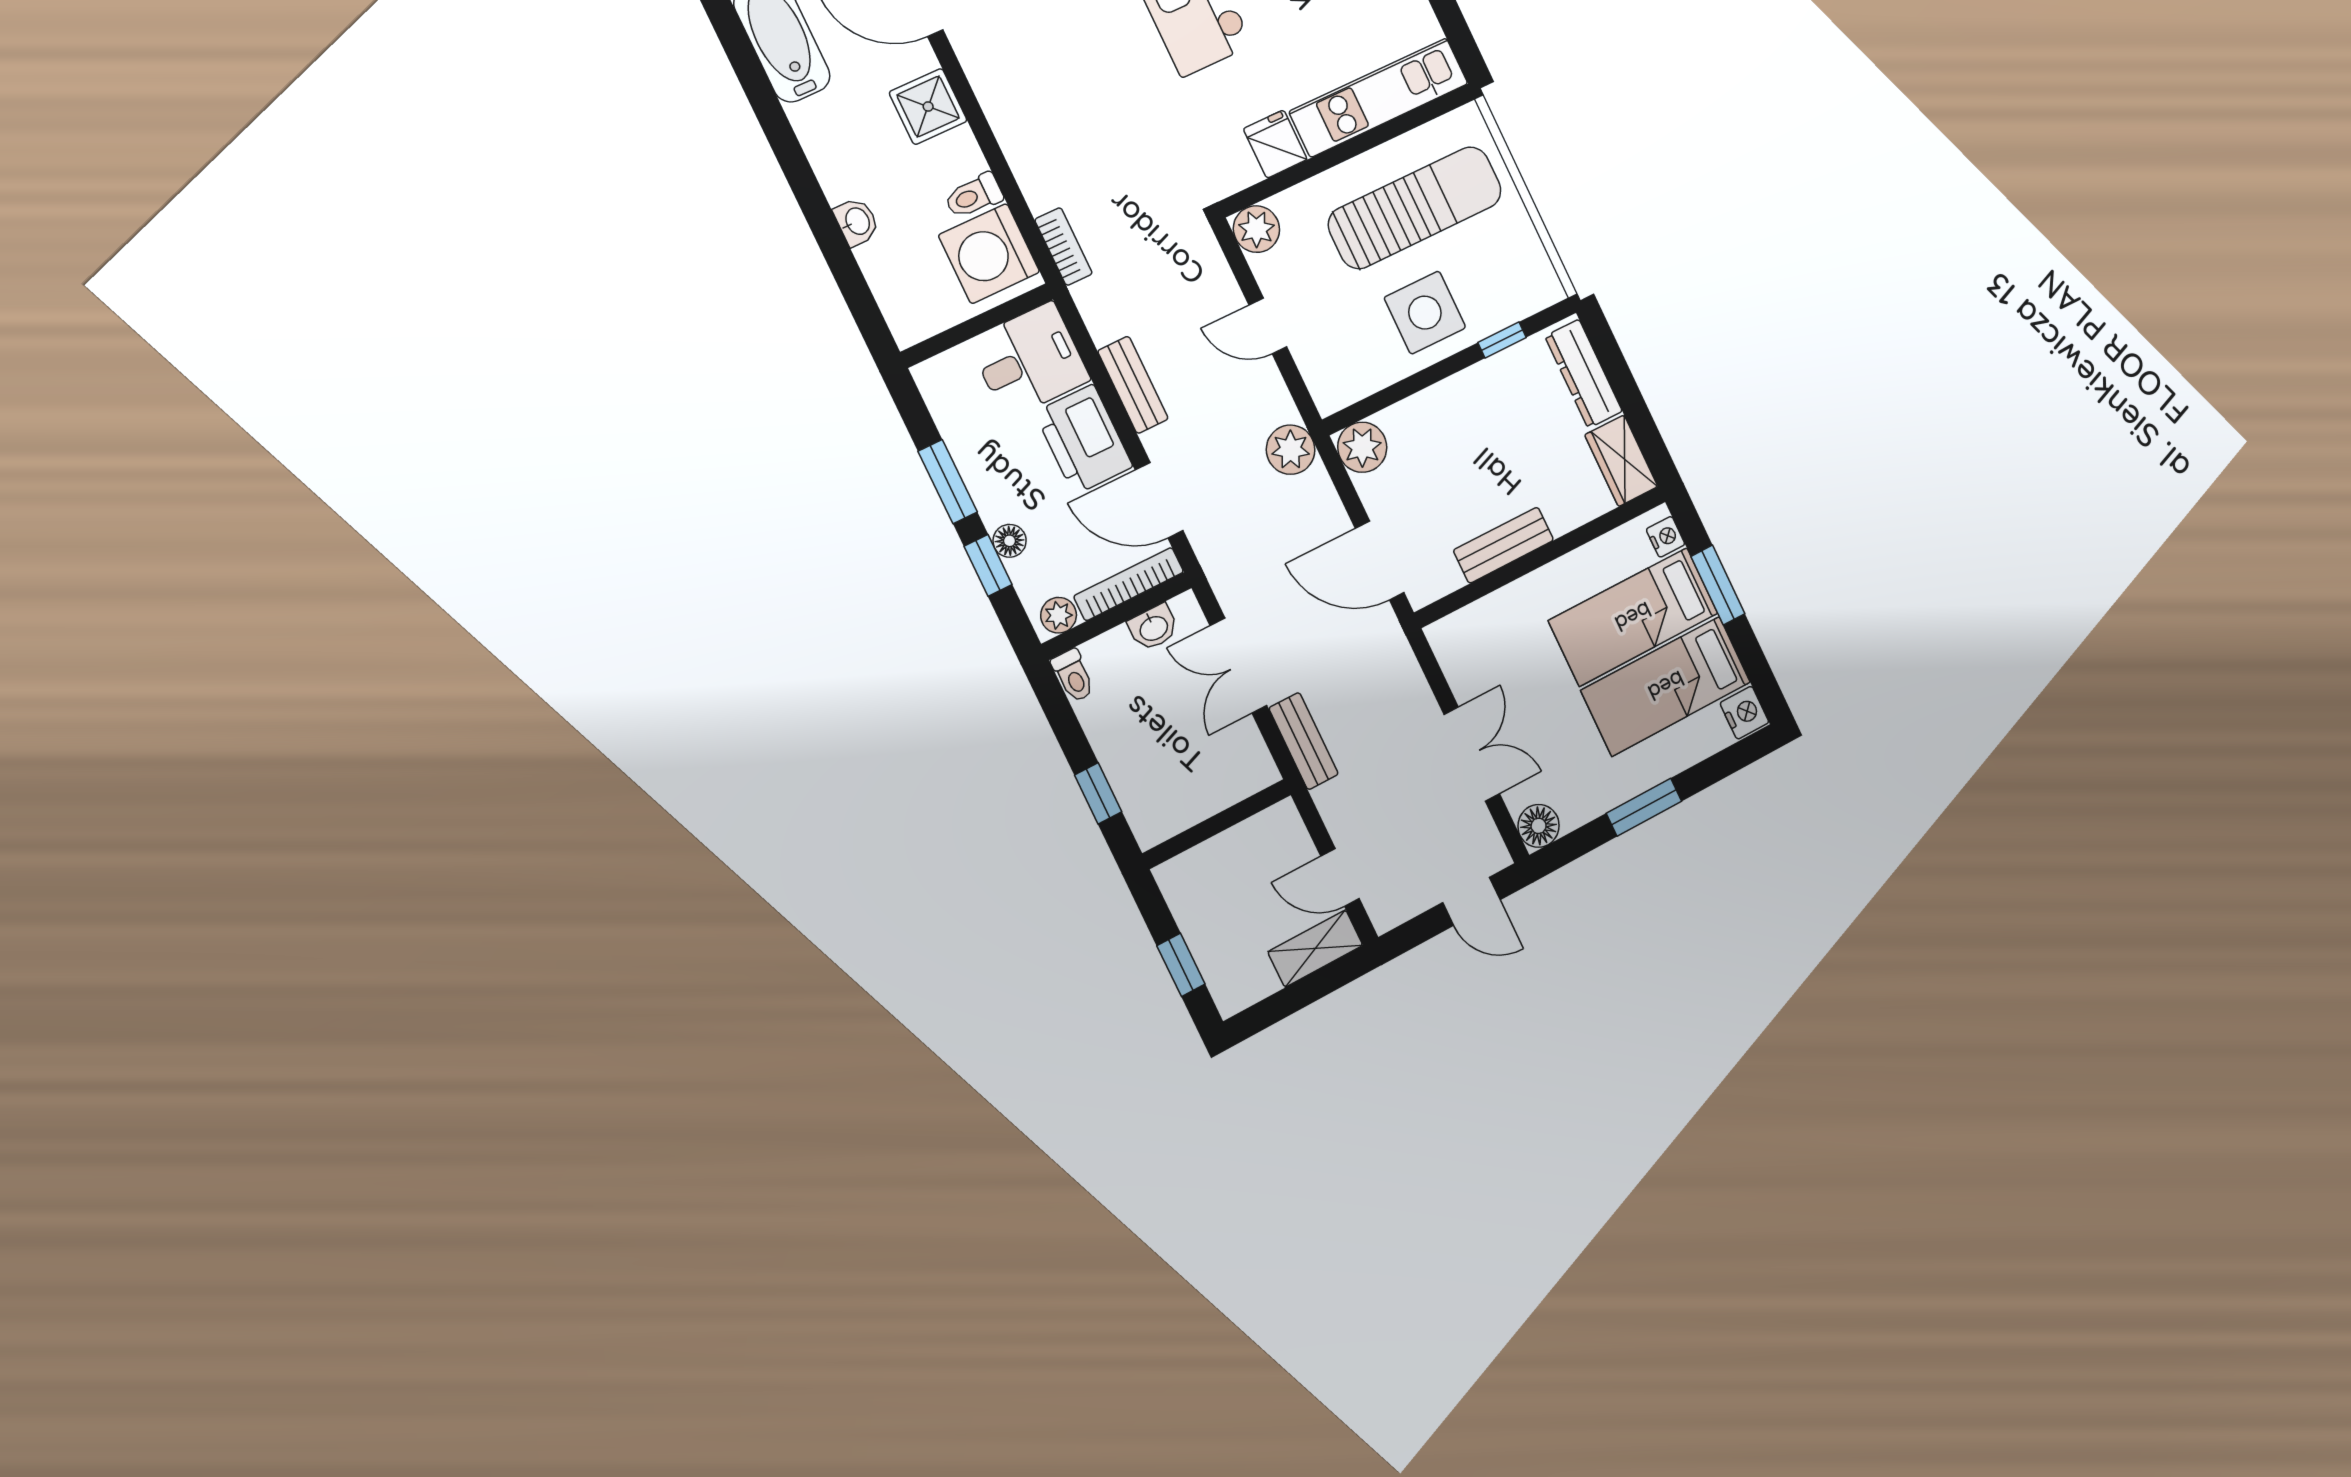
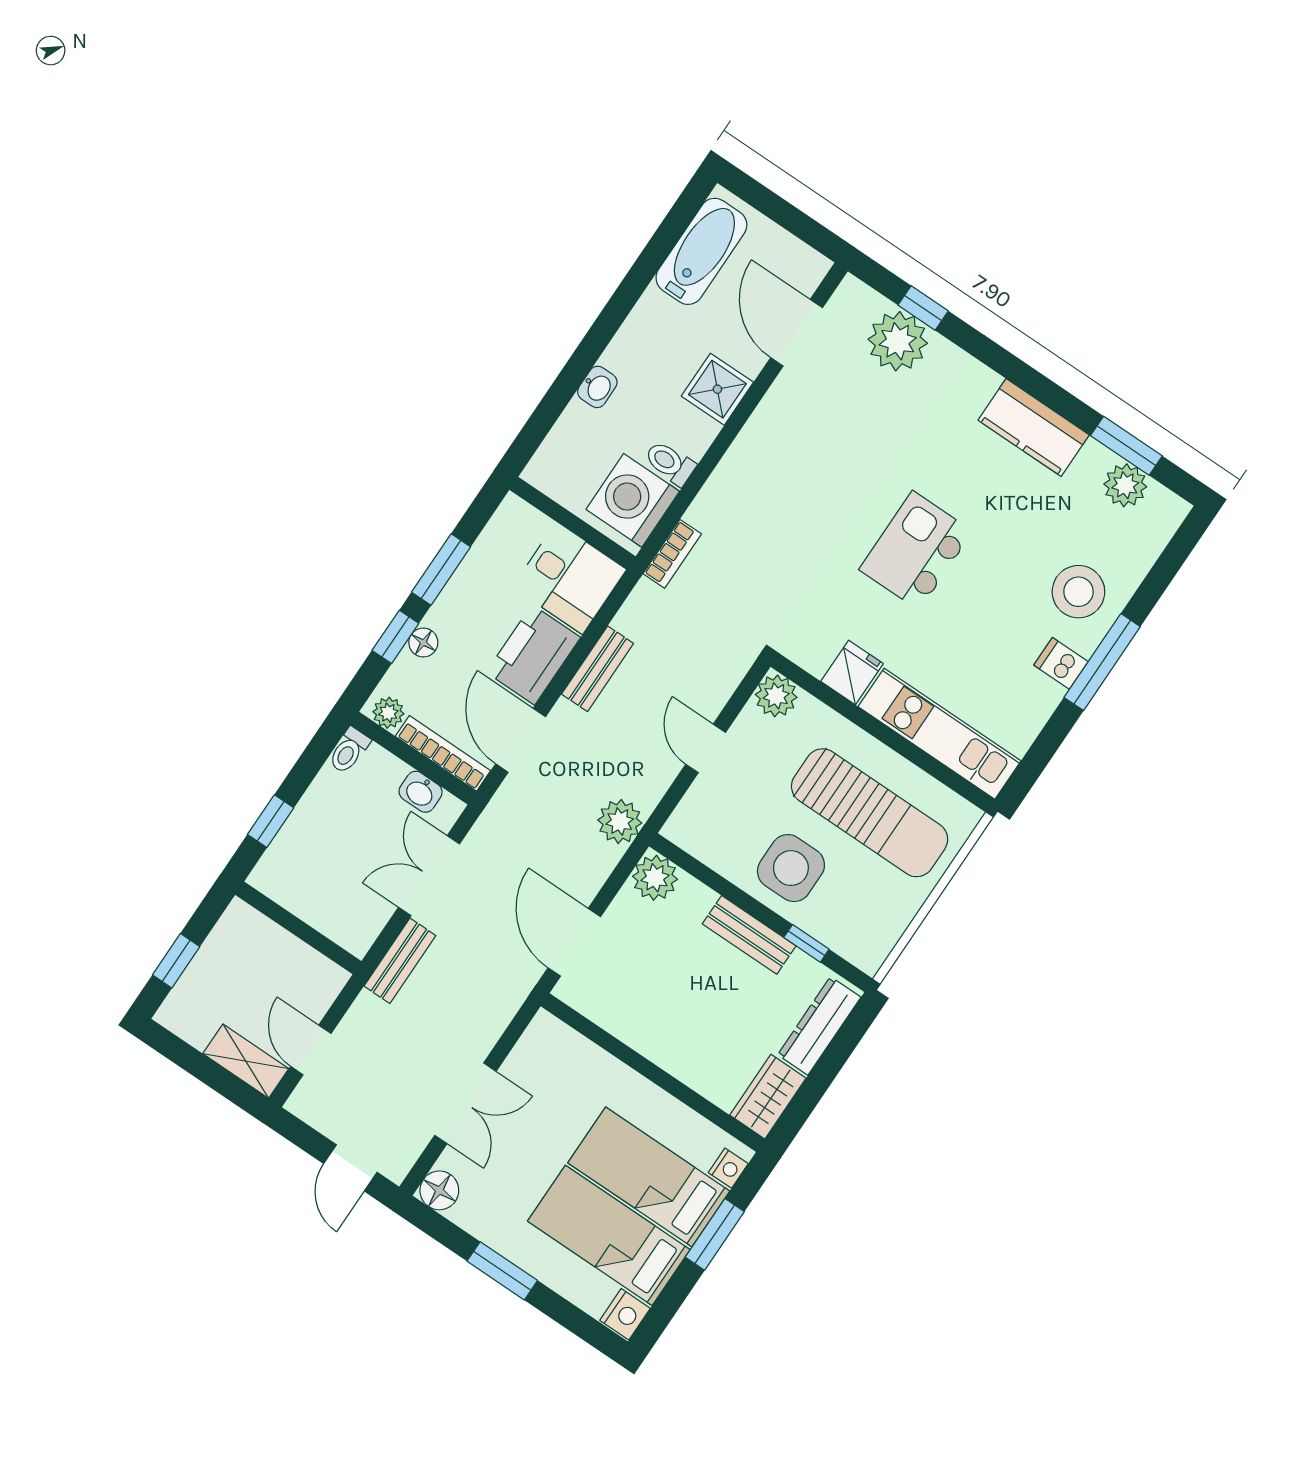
bench: (1504, 545) -> (749, 935), moved

